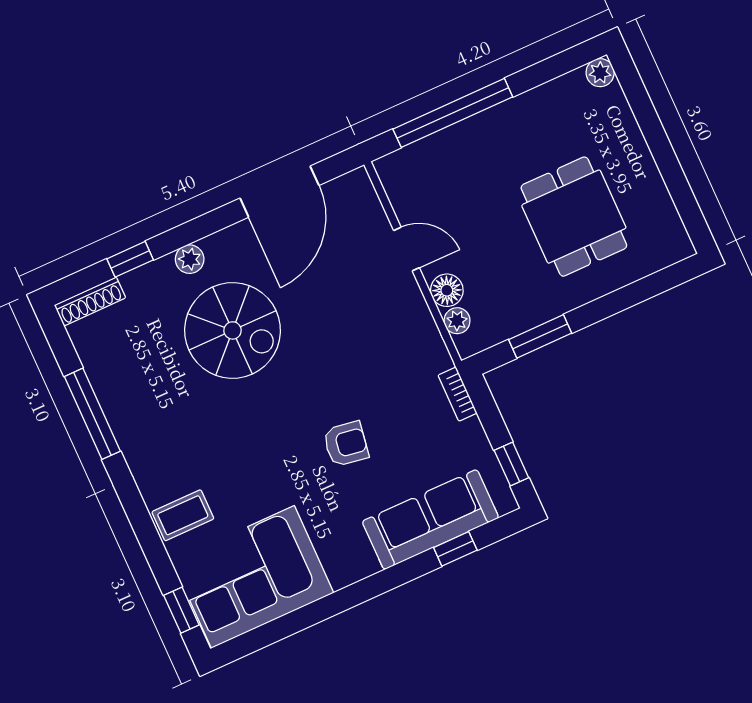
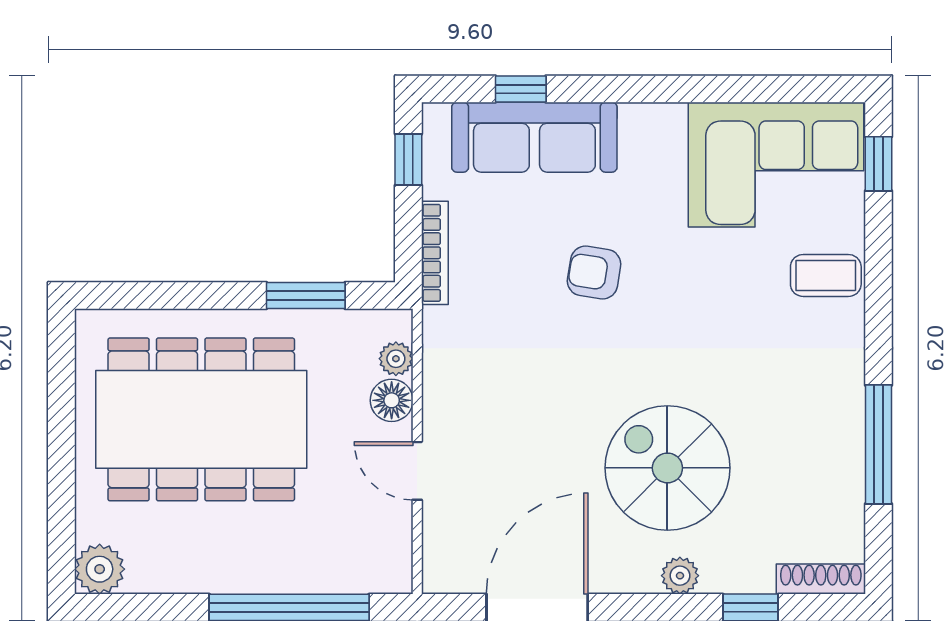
plant: (600, 73) -> (100, 569), width x1.38, depth x1.38
dining table: (574, 217) -> (201, 419), width x1.88, depth x1.24
bookcase: (457, 394) -> (435, 253), width x1.56

